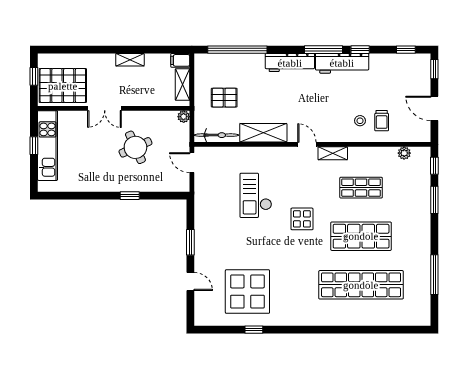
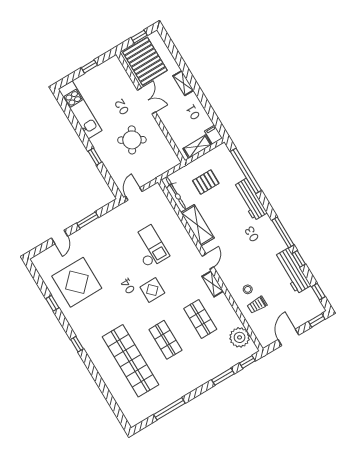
shelving: (130, 60) -> (183, 83), moved
workbench: (290, 63) -> (250, 199), moved
workbench: (342, 63) -> (293, 271), moved
pallet: (224, 98) -> (206, 182), turned 90
double door: (105, 108) -> (147, 101), swing flipped
plant: (184, 117) -> (175, 161), removed
kitchen unit: (48, 146) -> (80, 110), moved, turned -90
round table: (135, 147) -> (132, 140), turned -36
plant: (404, 153) -> (240, 337), width x1.88, depth x1.88
door: (192, 163) -> (134, 194), moved
checkout: (256, 195) -> (149, 247), turned 90
shop shelf: (361, 236) -> (165, 340), width x0.70, depth x0.74
window: (311, 330) -> (77, 344), added

